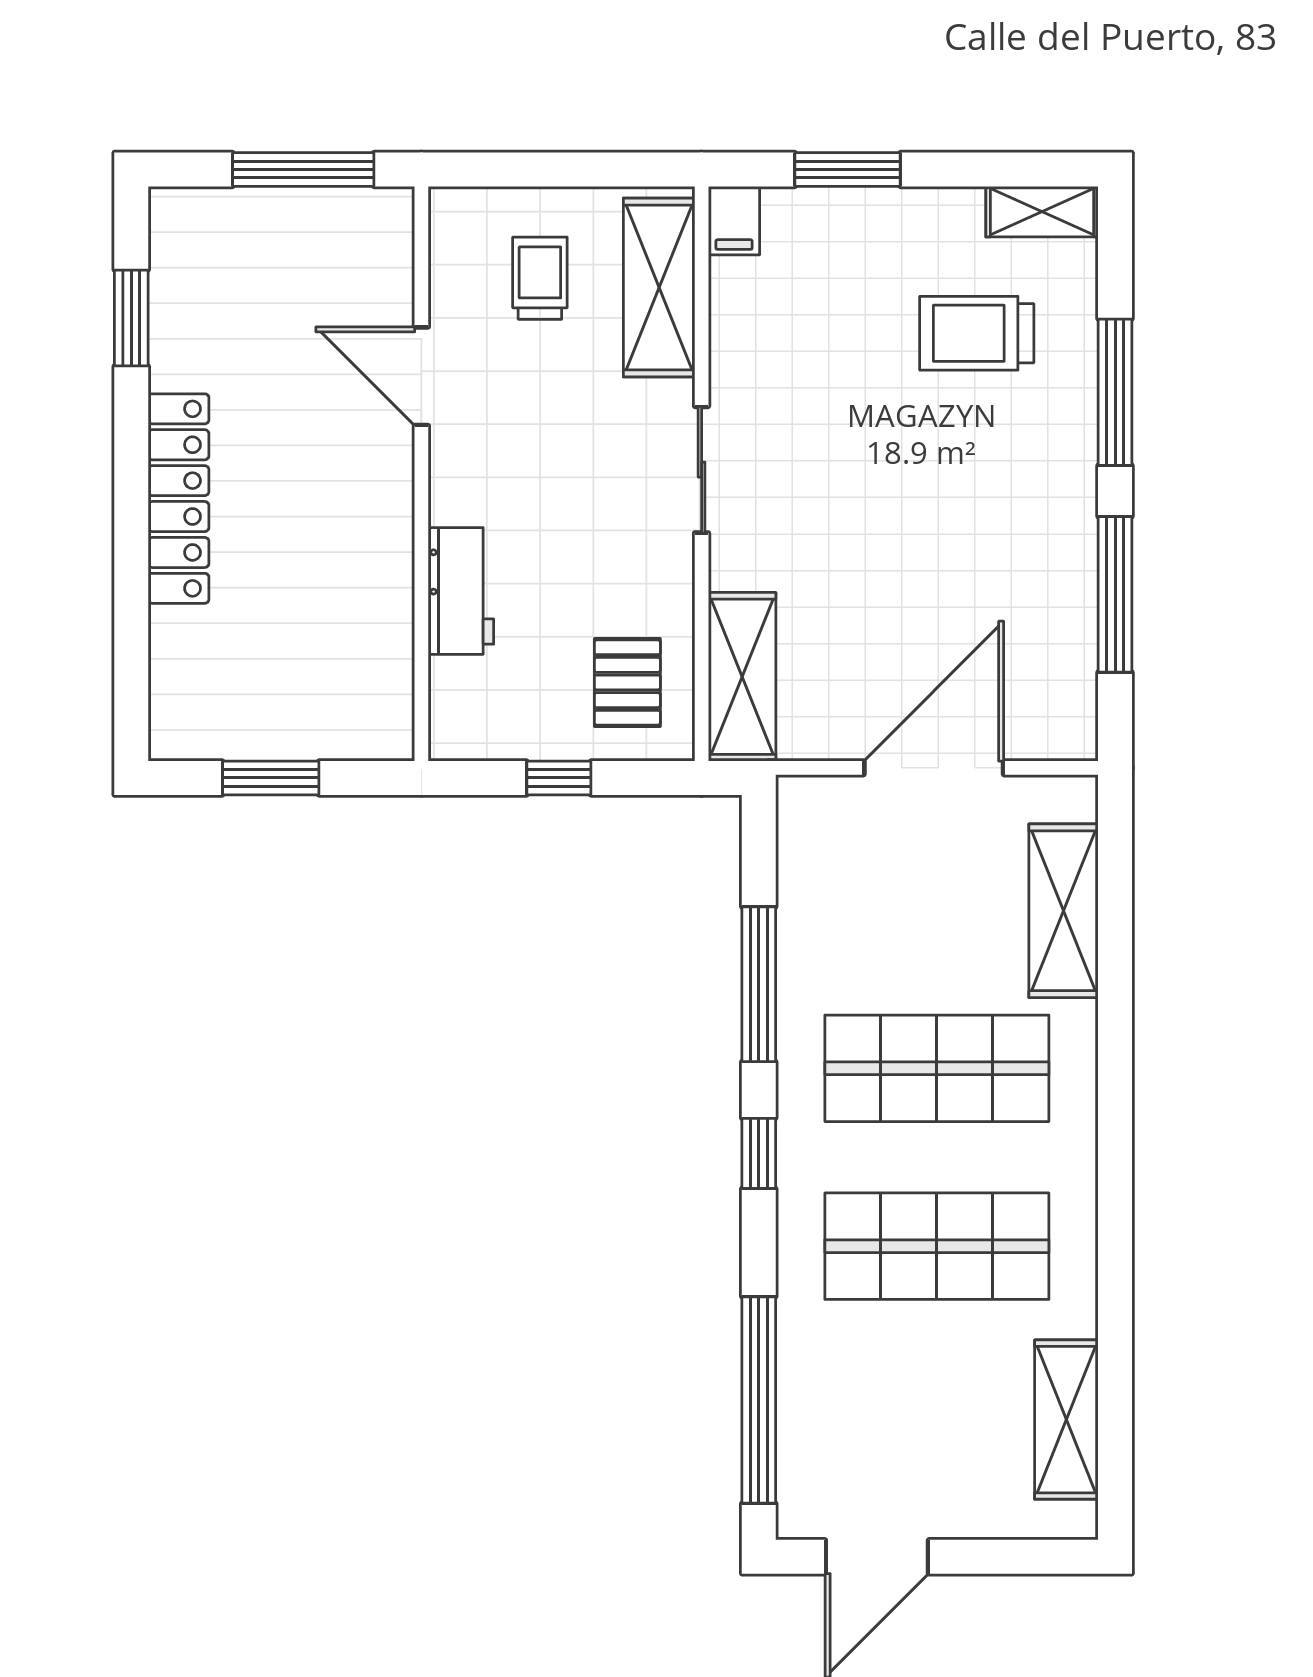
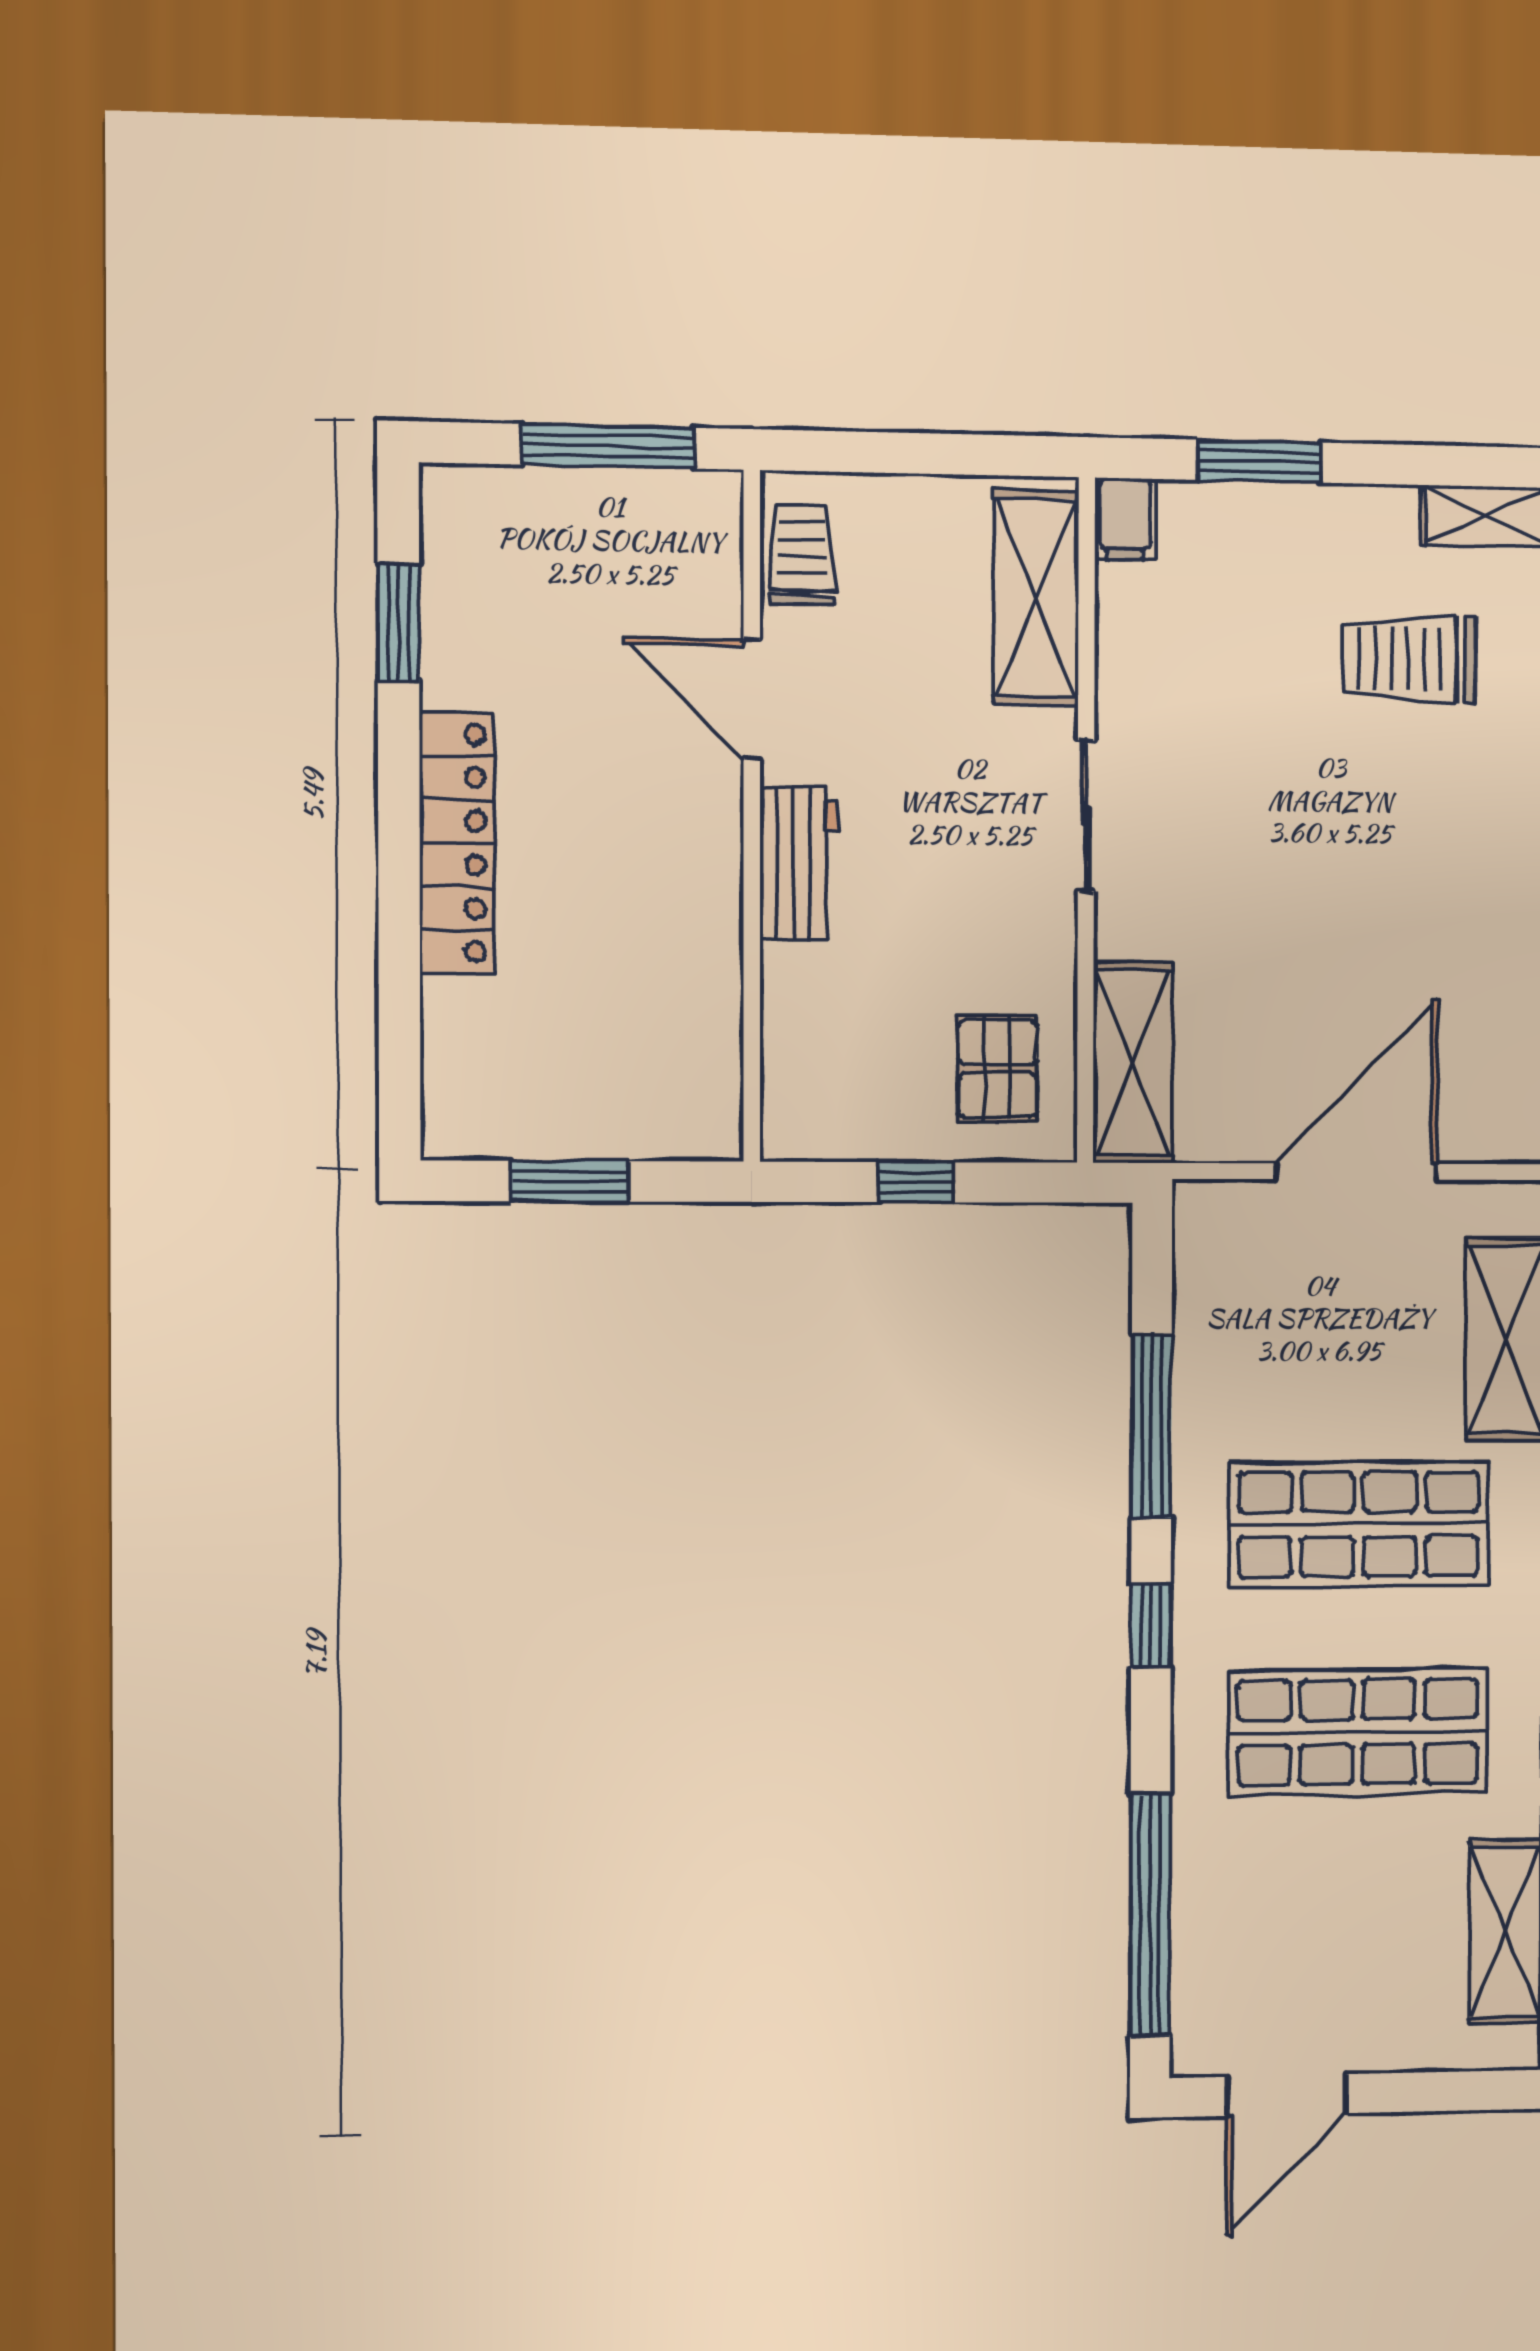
trolley: (540, 278) -> (802, 555), moved
workbench: (461, 591) -> (799, 864), moved

